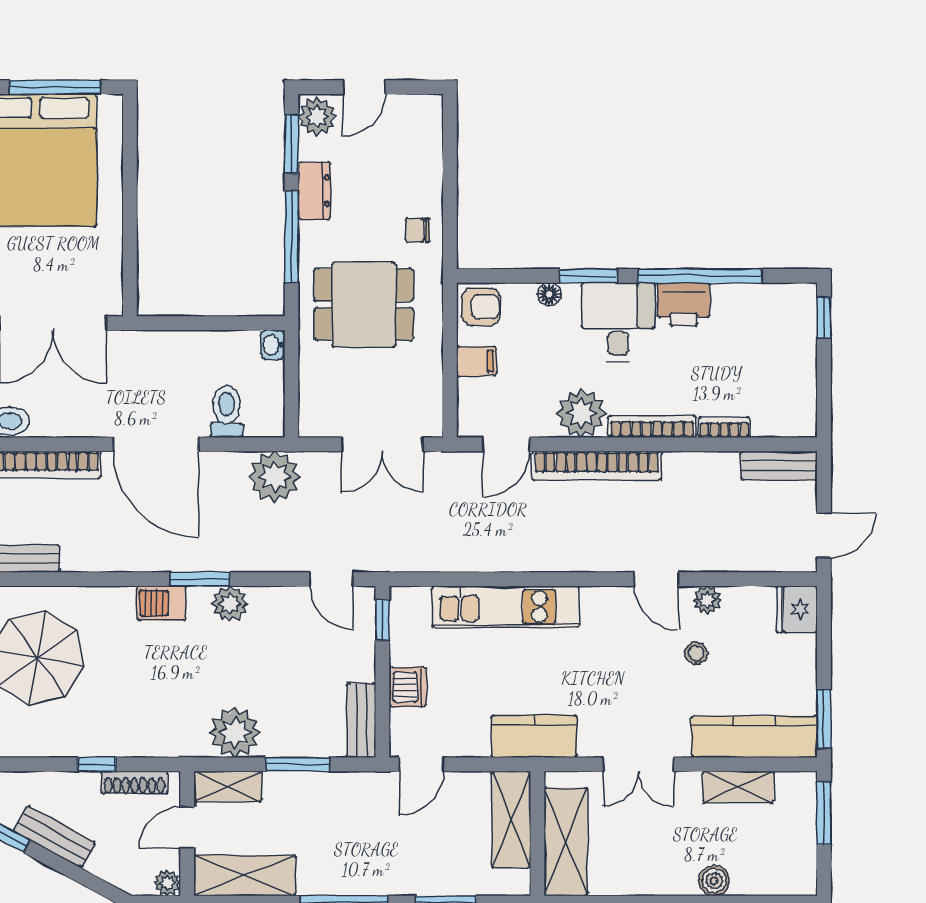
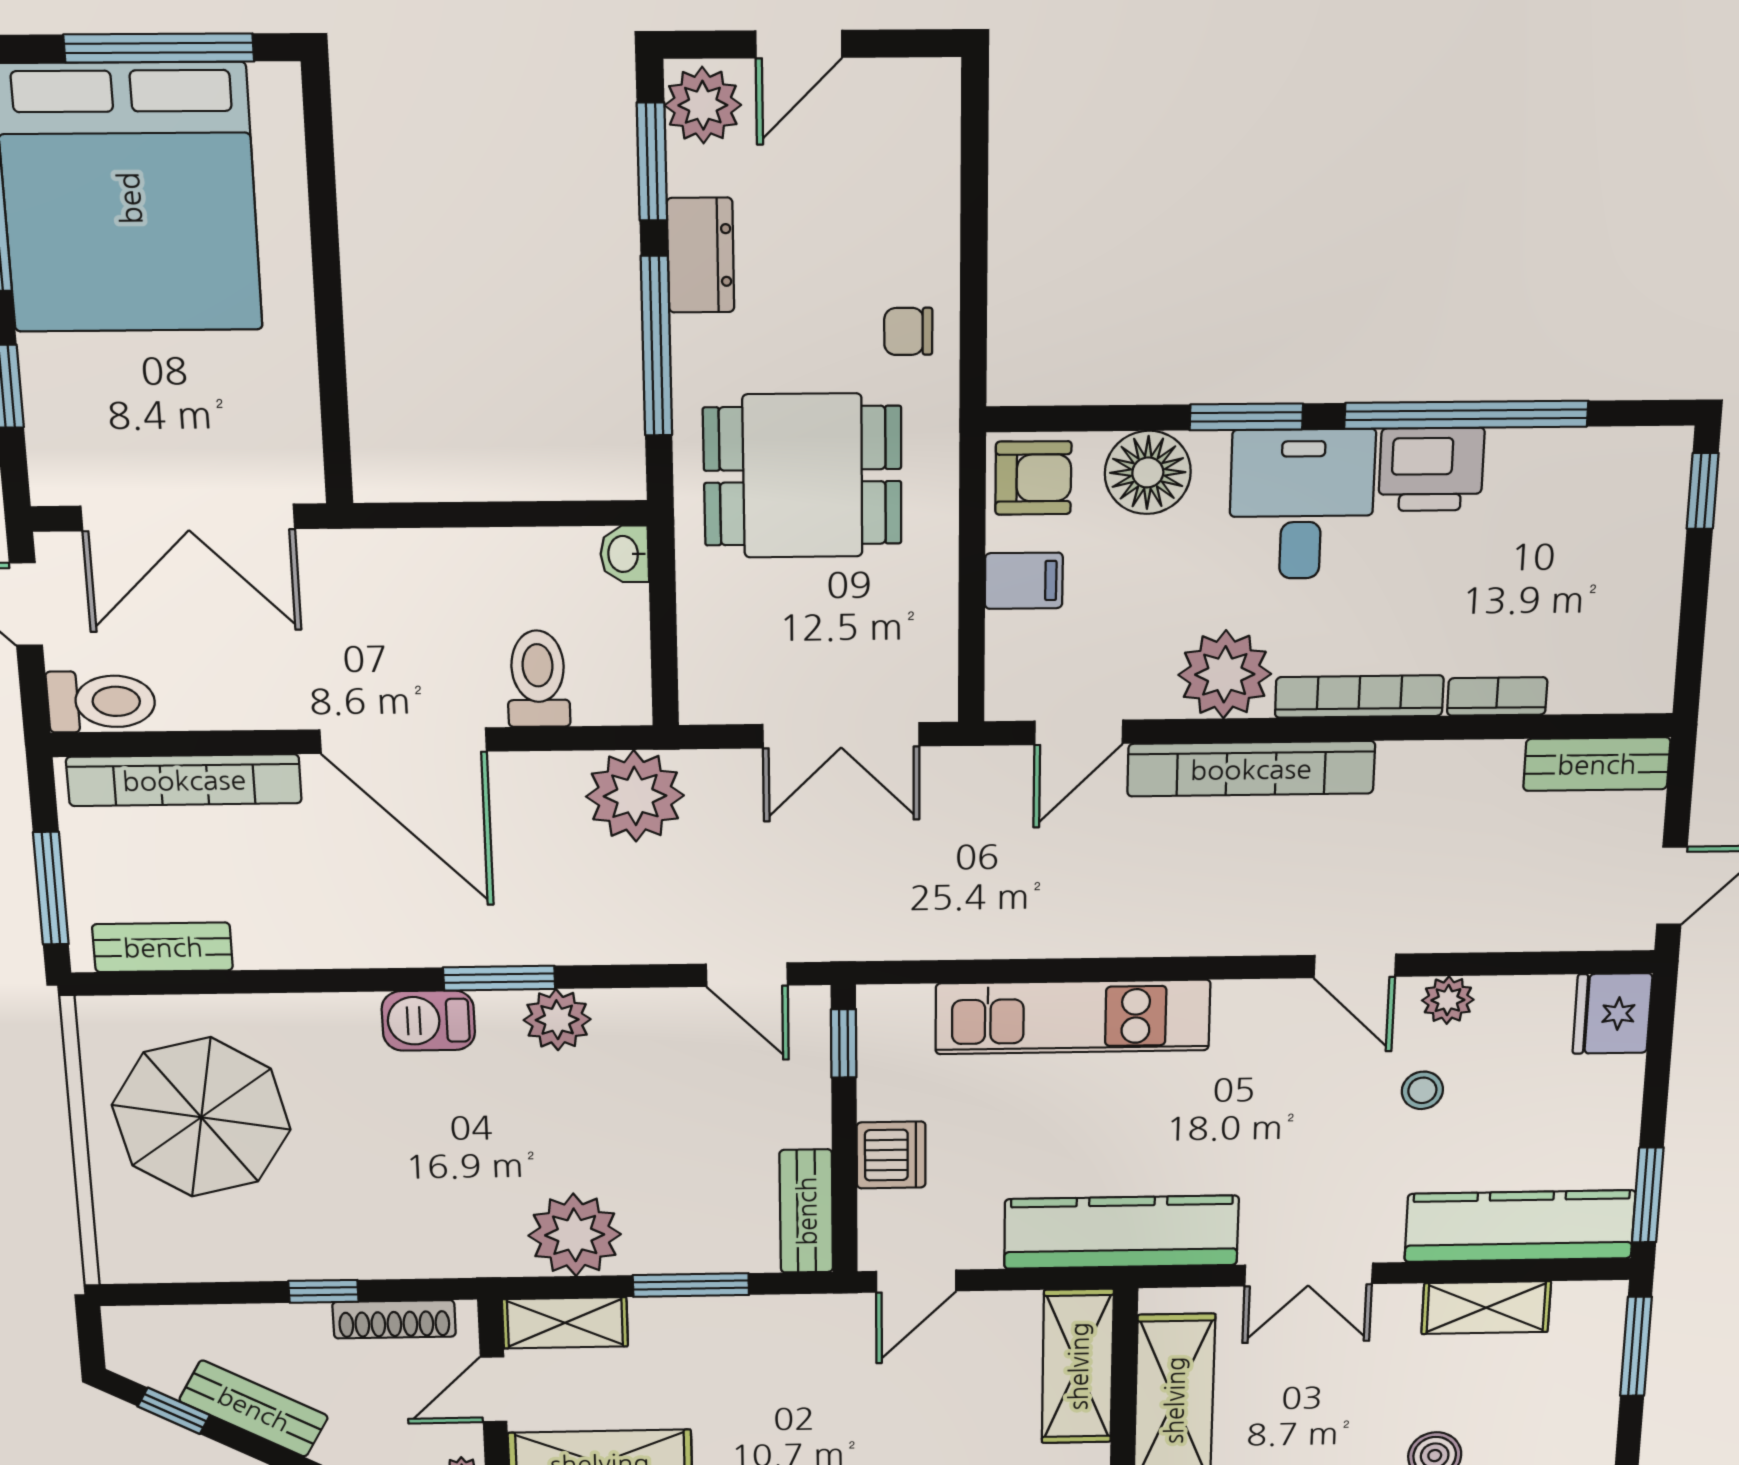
floor lamp: (549, 294) -> (1148, 472), width x1.89, depth x1.89
kitchen counter: (534, 736) -> (1121, 1232), width x1.50

